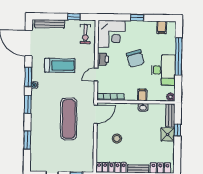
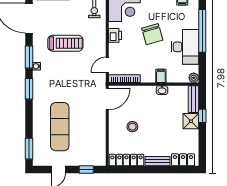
door: (96, 75) -> (107, 65), moved
exercise mat: (69, 119) -> (60, 127), moved
window: (27, 140) -> (29, 149), moved

